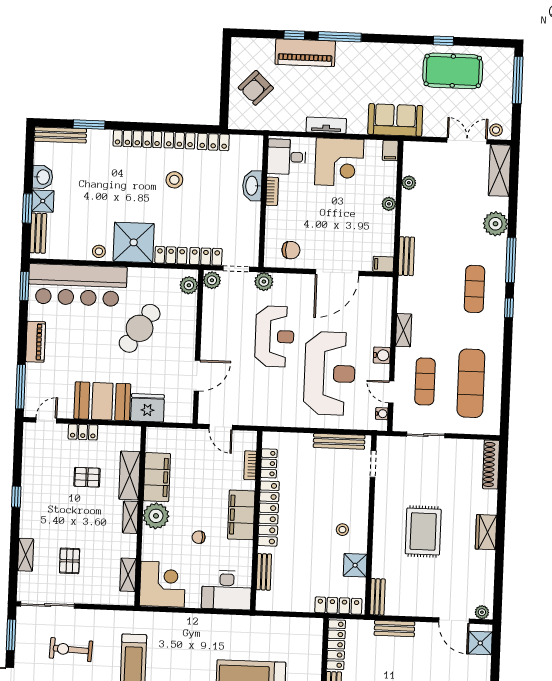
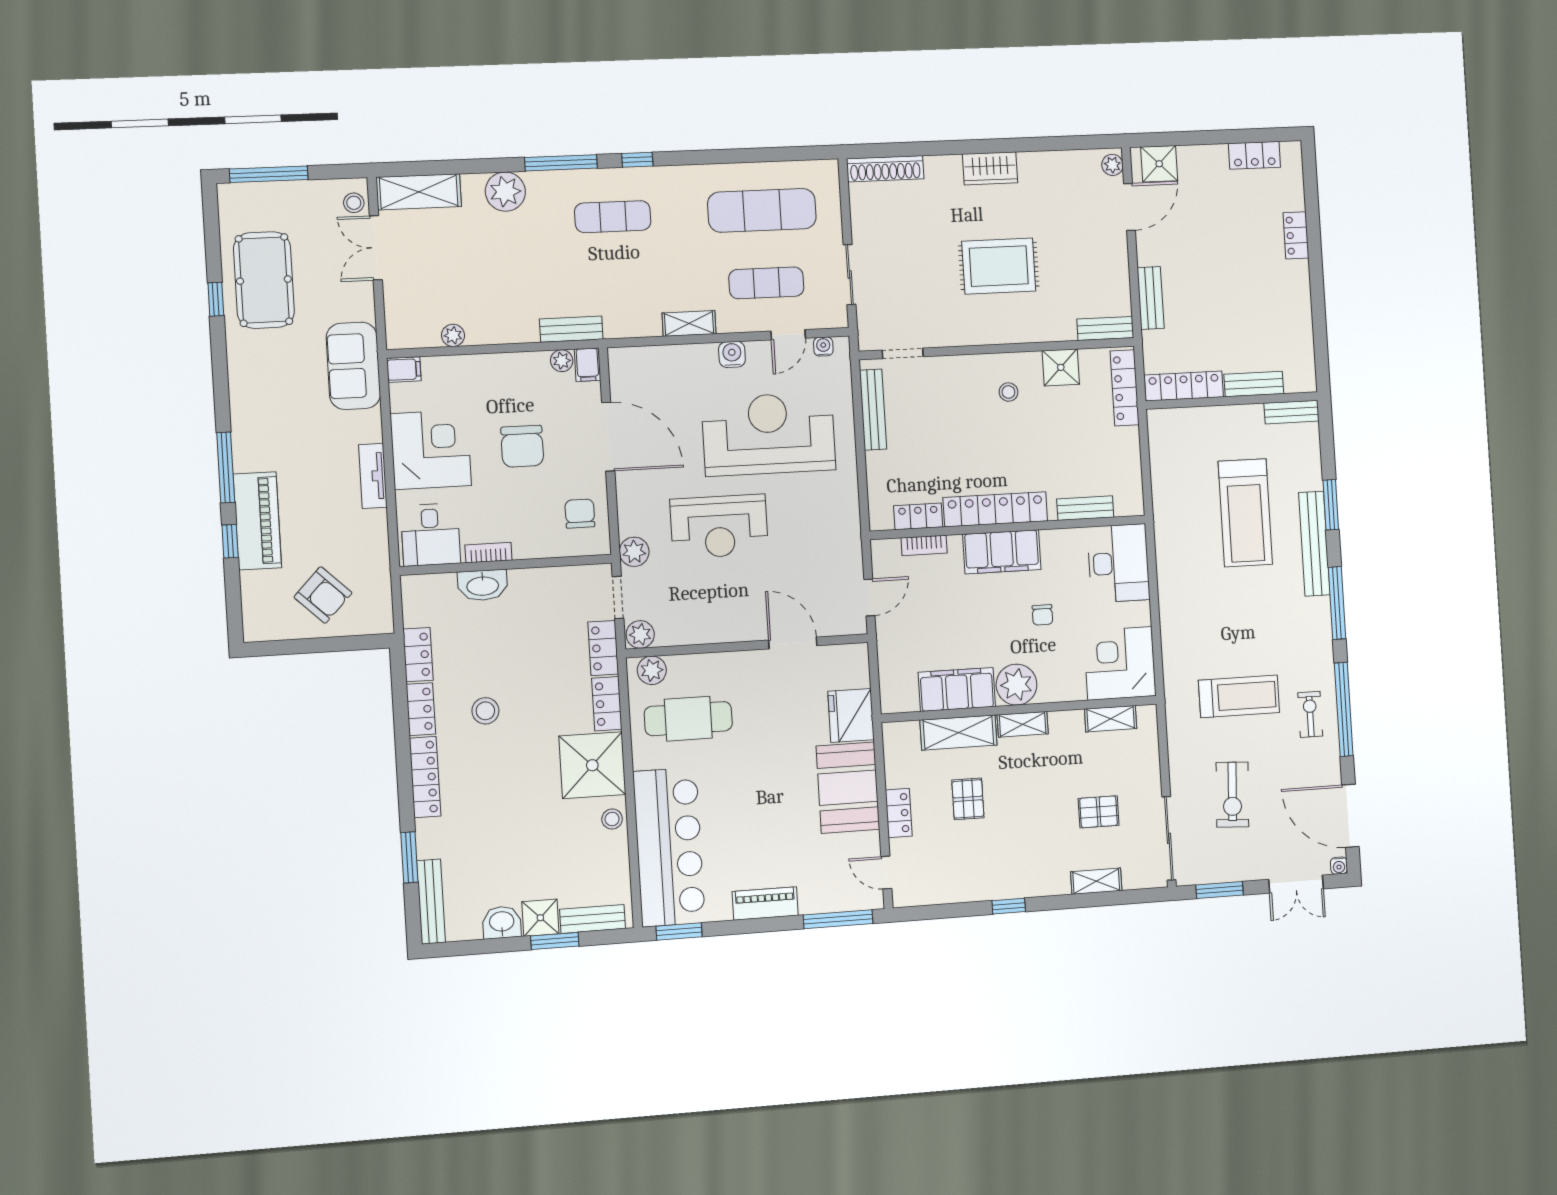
plant: (389, 204) -> (562, 361), moved
chair: (336, 219) -> (522, 446), added
cafe table: (140, 328) -> (688, 719), moved, turned -34
reception desk: (275, 336) -> (719, 526), turned 180

